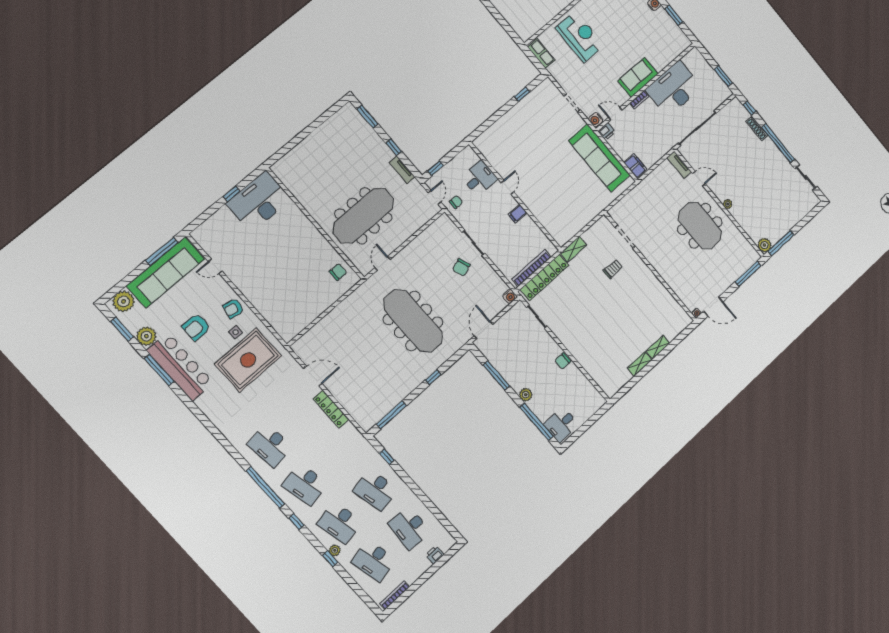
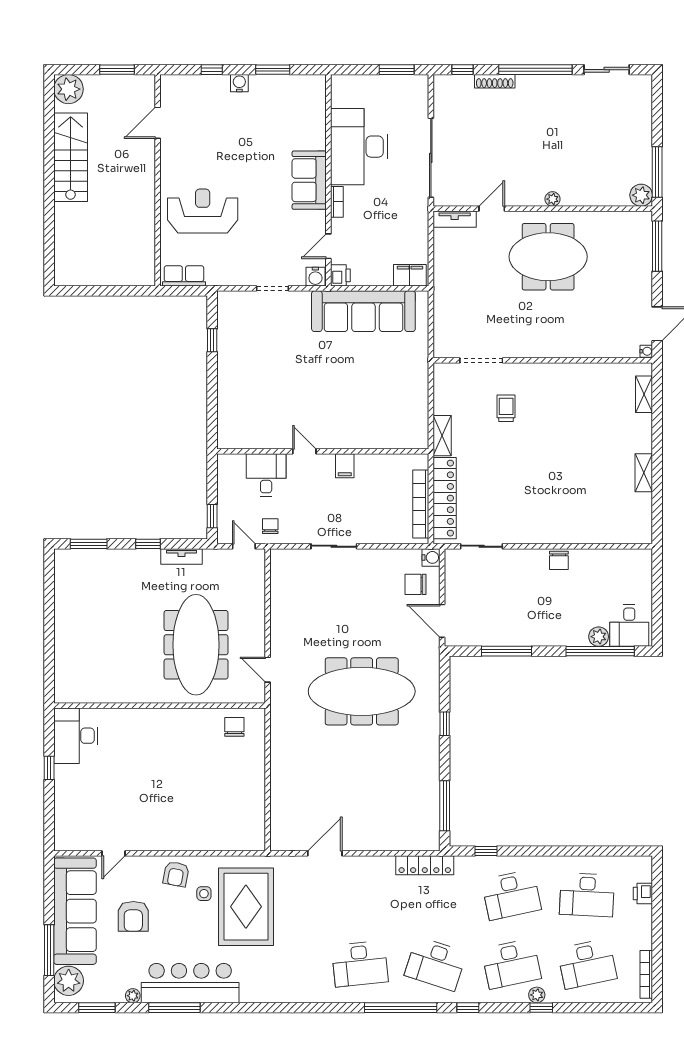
desk: (259, 201) -> (76, 736), width x0.73, depth x0.77
window: (162, 251) -> (49, 950), moved
chair: (461, 267) -> (416, 584), moved, turned 110
armchair: (196, 327) -> (133, 916), moved
plant: (146, 336) -> (133, 996), width x0.53, depth x0.53
shelving: (658, 347) -> (644, 394), moved
plant: (526, 395) -> (599, 637), moved
locker: (331, 409) -> (425, 865), moved
desk: (305, 484) -> (436, 964), turned 30

